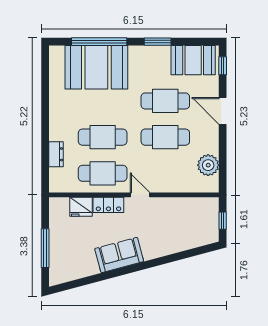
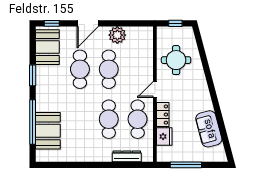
booth: (96, 67) -> (48, 131), width x0.73, depth x0.70
dresser: (56, 154) -> (127, 156), width x1.44
plant: (208, 165) -> (117, 35), moved
round table: (177, 222) -> (176, 60), added
window: (45, 248) -> (186, 165), moved
sofa: (119, 255) -> (209, 129), moved

